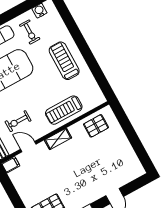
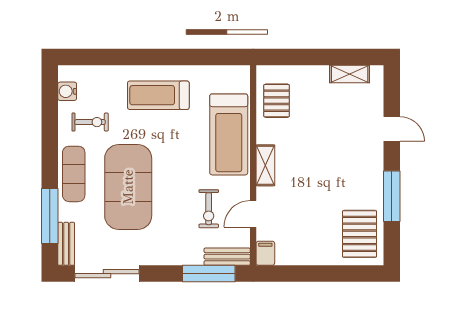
treadmill: (64, 110) -> (229, 134), width x1.37, depth x1.38
shelving: (132, 157) -> (350, 74), added

